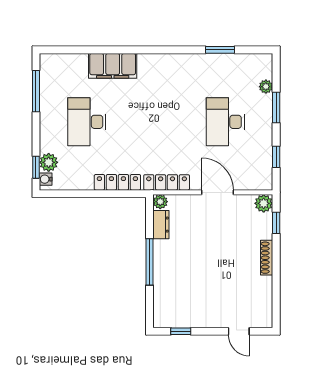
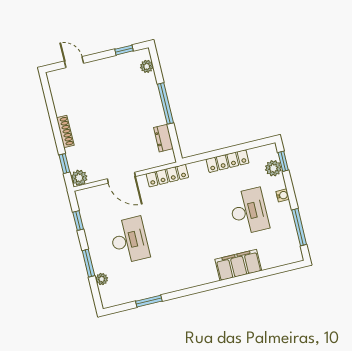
water cooler: (46, 179) -> (283, 195), moved
locker: (117, 182) -> (228, 161), moved
plant: (160, 202) -> (147, 66), moved

